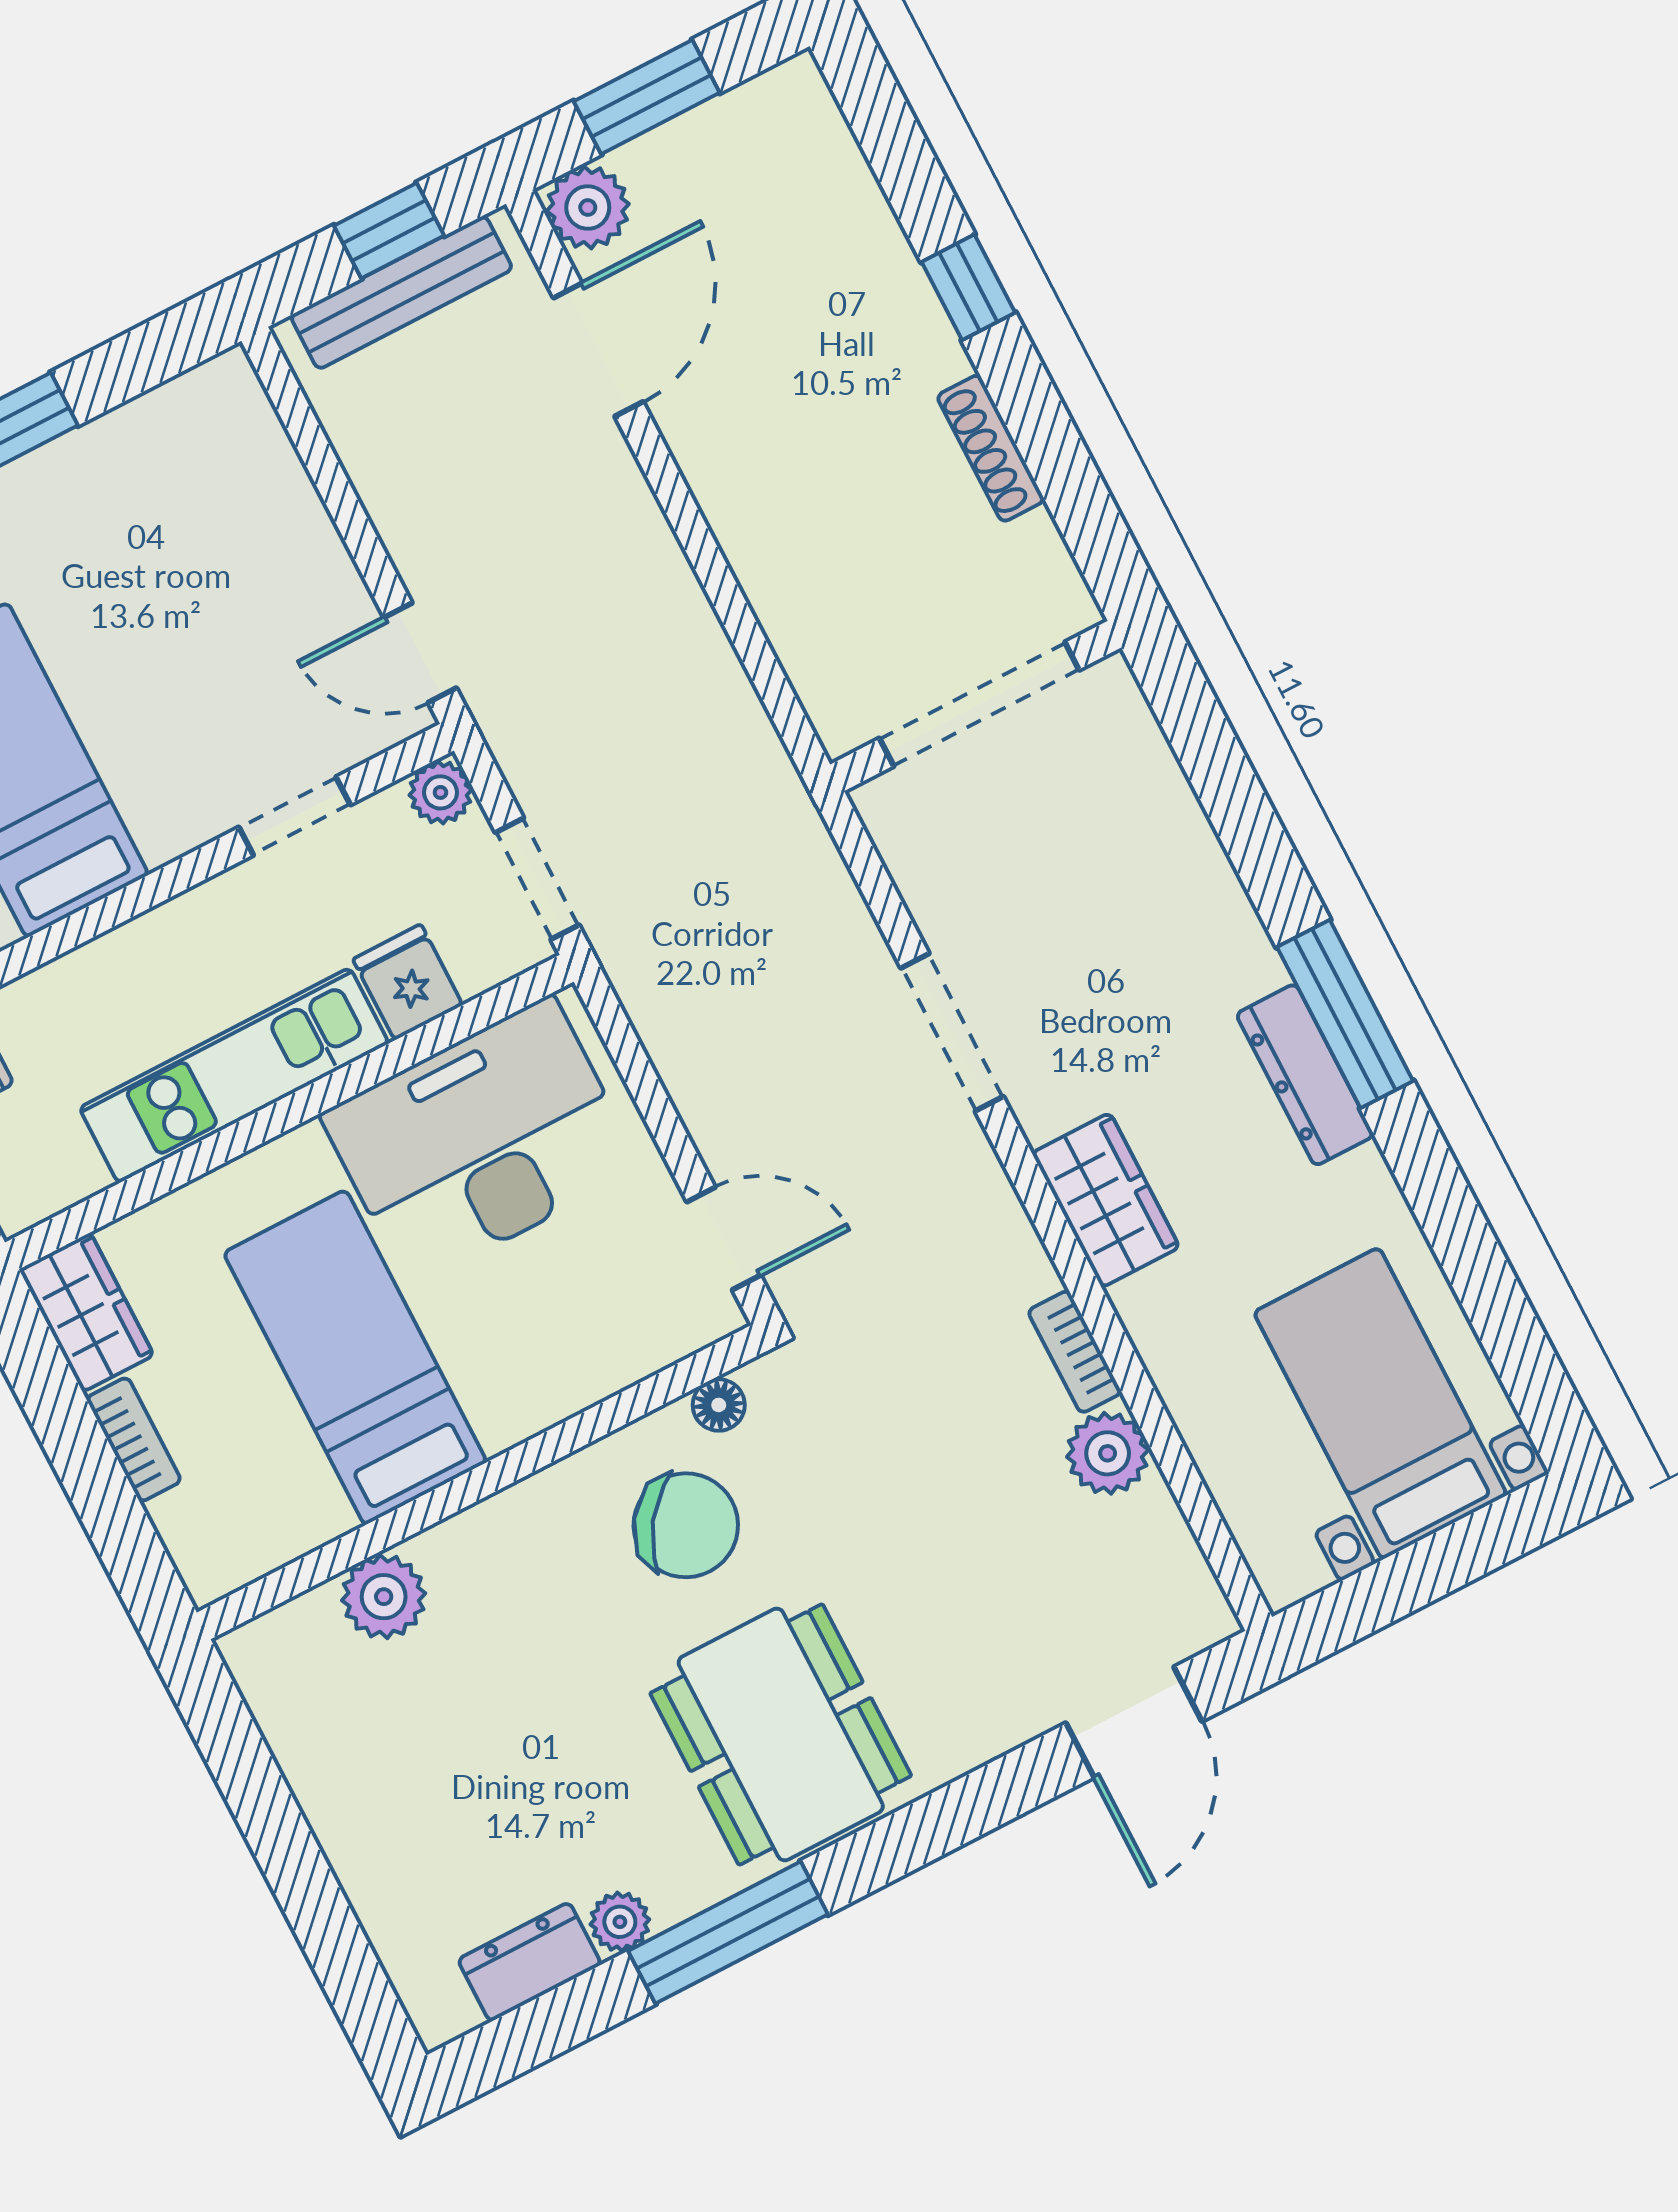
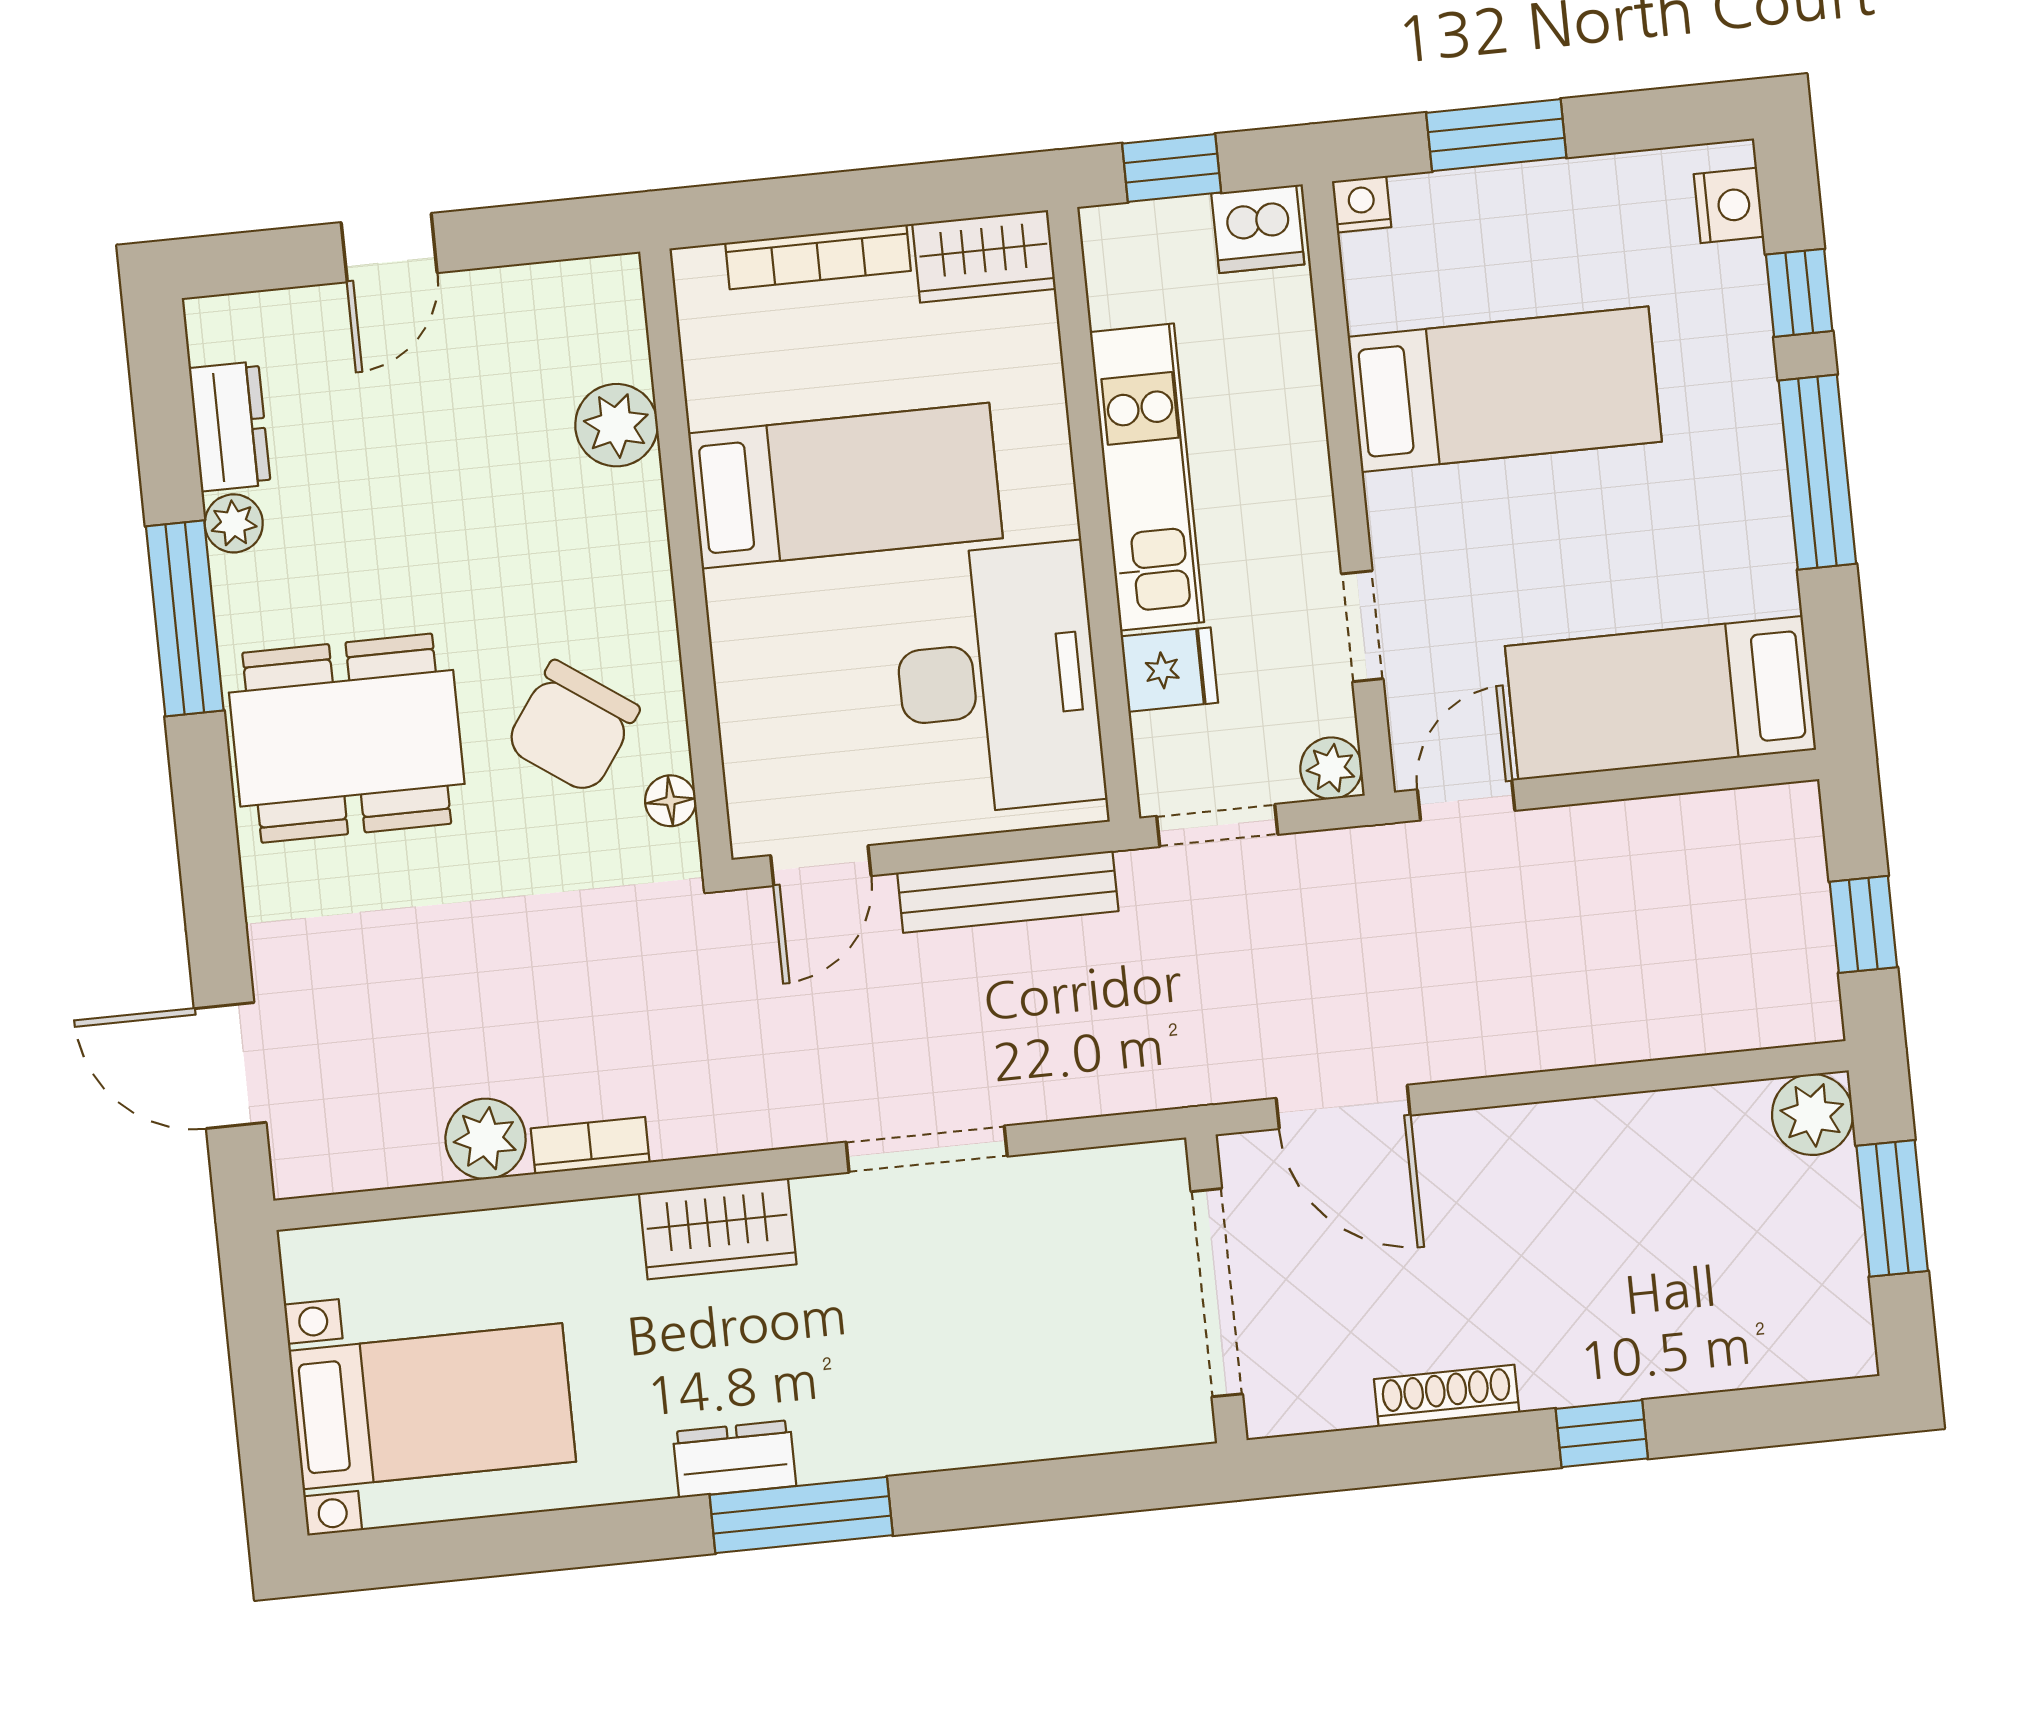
bench: (402, 292) -> (1008, 892), moved, turned 90
door: (598, 350) -> (1343, 1107), moved
bed: (251, 507) -> (1660, 698), added
dresser: (1305, 1075) -> (734, 1459), width x0.70
bookcase: (134, 1439) -> (818, 257), width x1.56
door: (301, 1878) -> (389, 248), added

